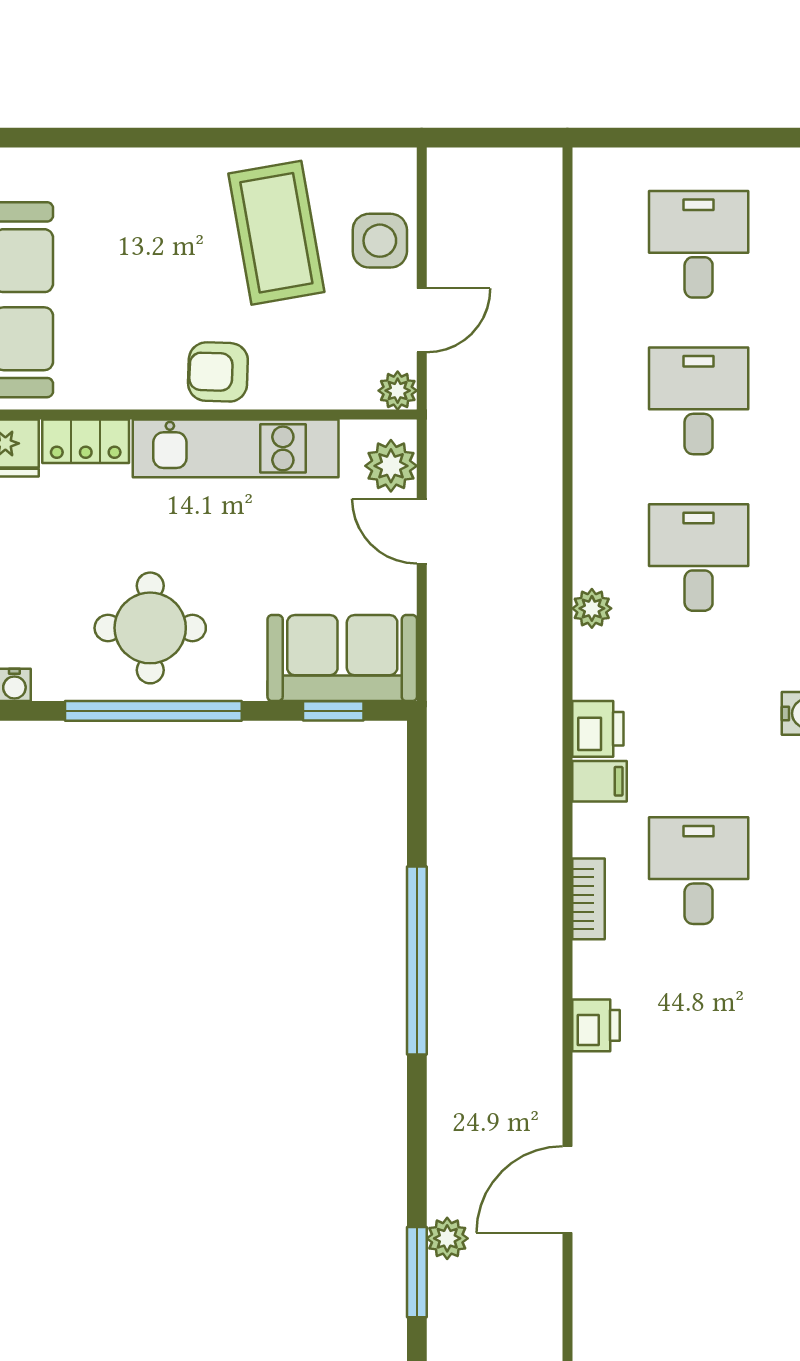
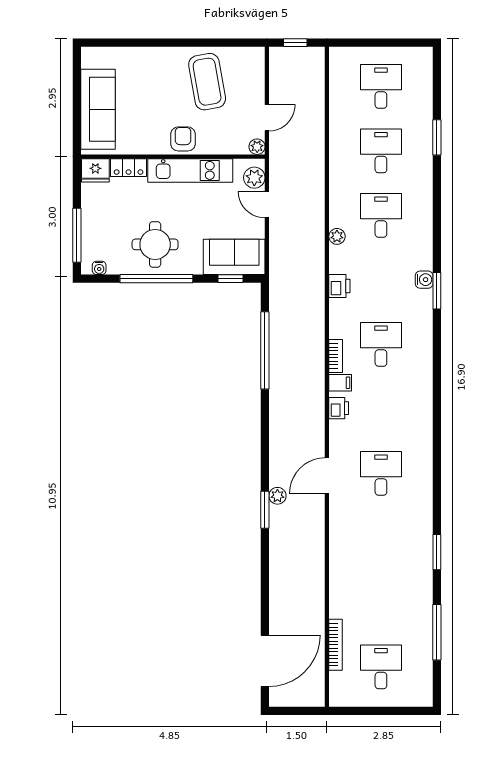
window: (490, 138) -> (295, 43), added
side table: (380, 241) -> (250, 85), removed
armchair: (218, 372) -> (183, 139), turned 88
filing cabinet: (600, 781) -> (340, 383), moved
window: (417, 961) -> (265, 350), moved
desk: (699, 1184) -> (381, 473), added

